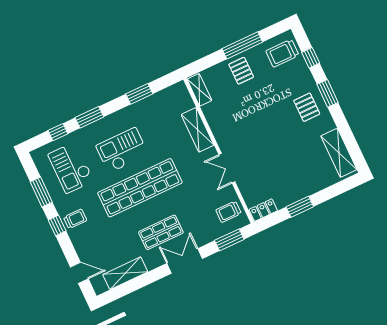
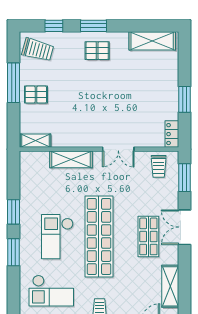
trolley: (282, 53) -> (38, 50), turned -75
window: (139, 94) -> (13, 212), moved
window: (58, 132) -> (13, 287), removed

